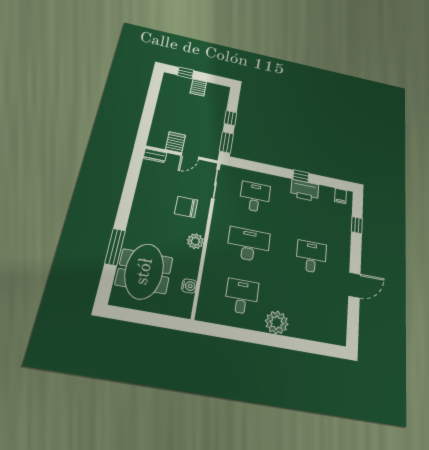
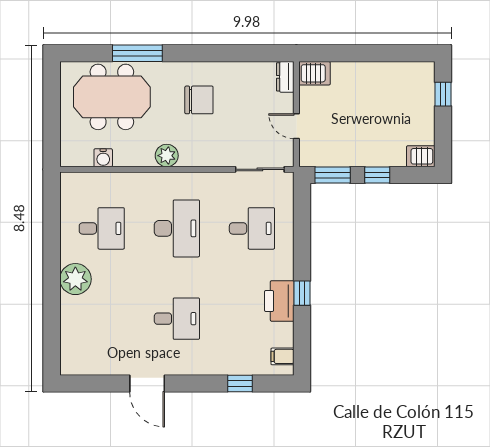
server rack: (198, 87) -> (421, 156), moved
server rack: (175, 142) -> (314, 73), moved
chair: (186, 207) -> (199, 100), moved, turned 90

